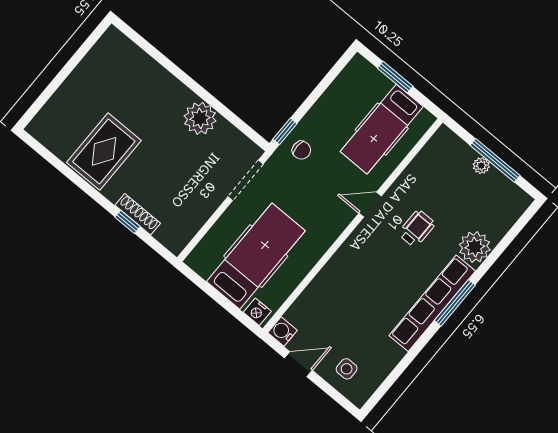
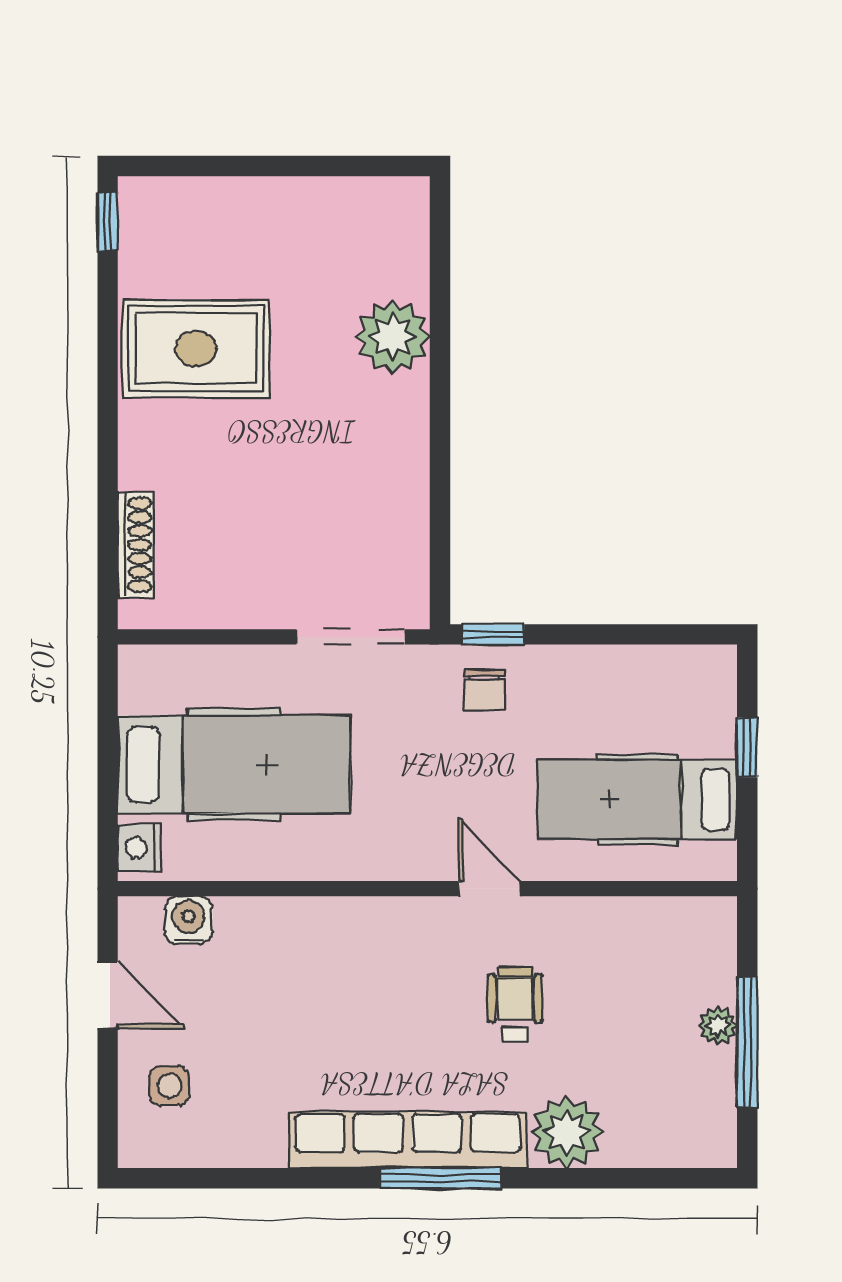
window: (395, 77) -> (747, 747), width x0.67
plant: (200, 118) -> (393, 337), moved
shoe rack: (138, 214) -> (136, 545), moved
window: (127, 222) -> (108, 222), moved
wheelchair: (417, 229) -> (515, 1004), turned -90
water cooler: (282, 331) -> (188, 920), moved

